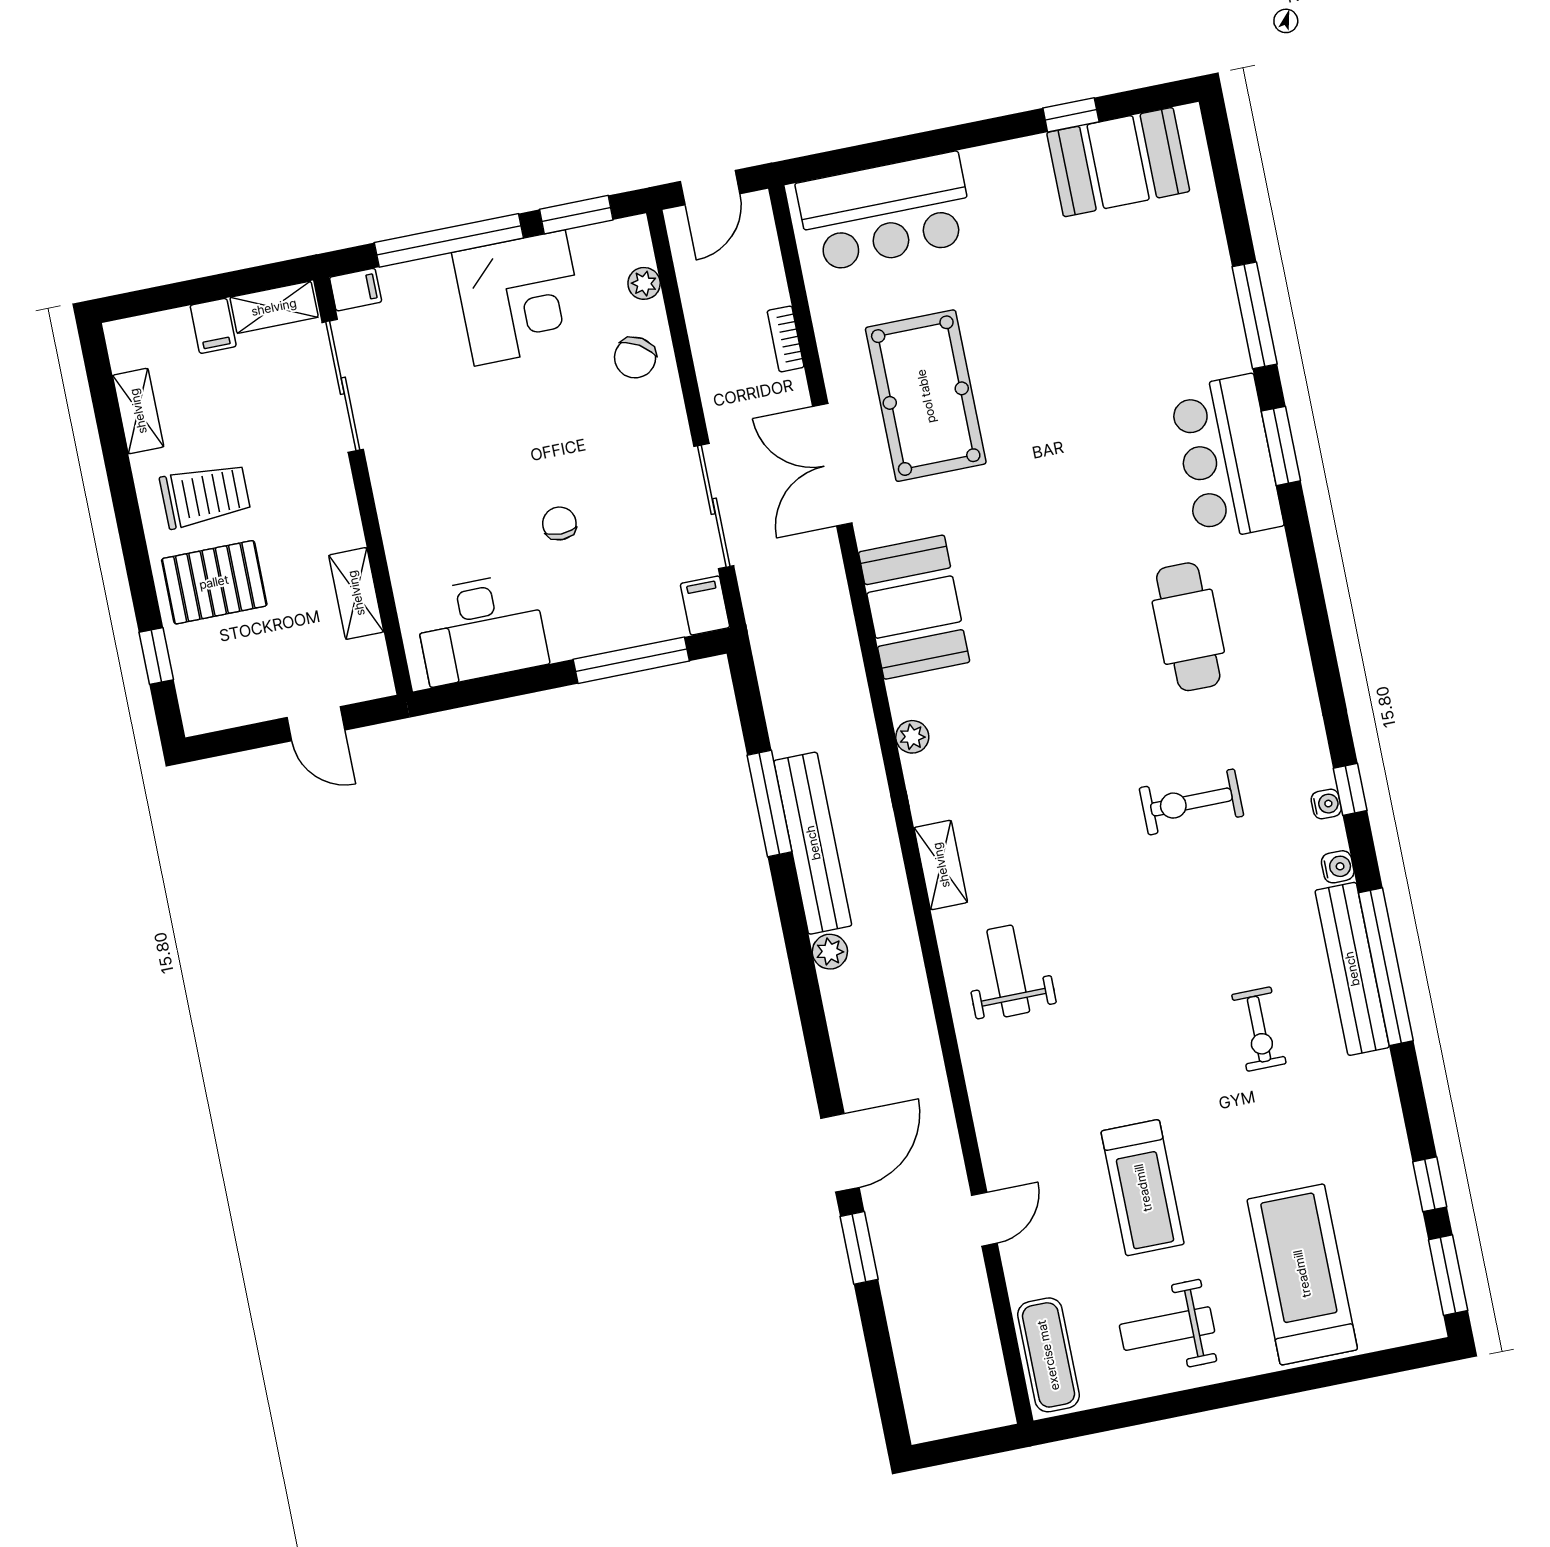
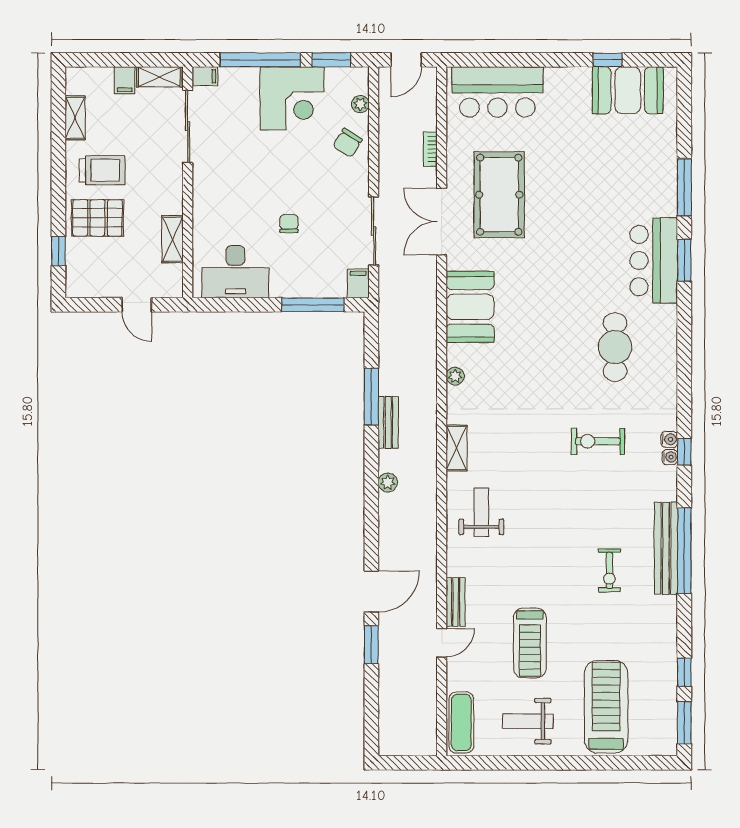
bench: (813, 843) -> (388, 423), width x0.54, depth x0.82
water cooler: (1338, 867) -> (669, 439), moved
bench: (995, 1141) -> (456, 602), added

